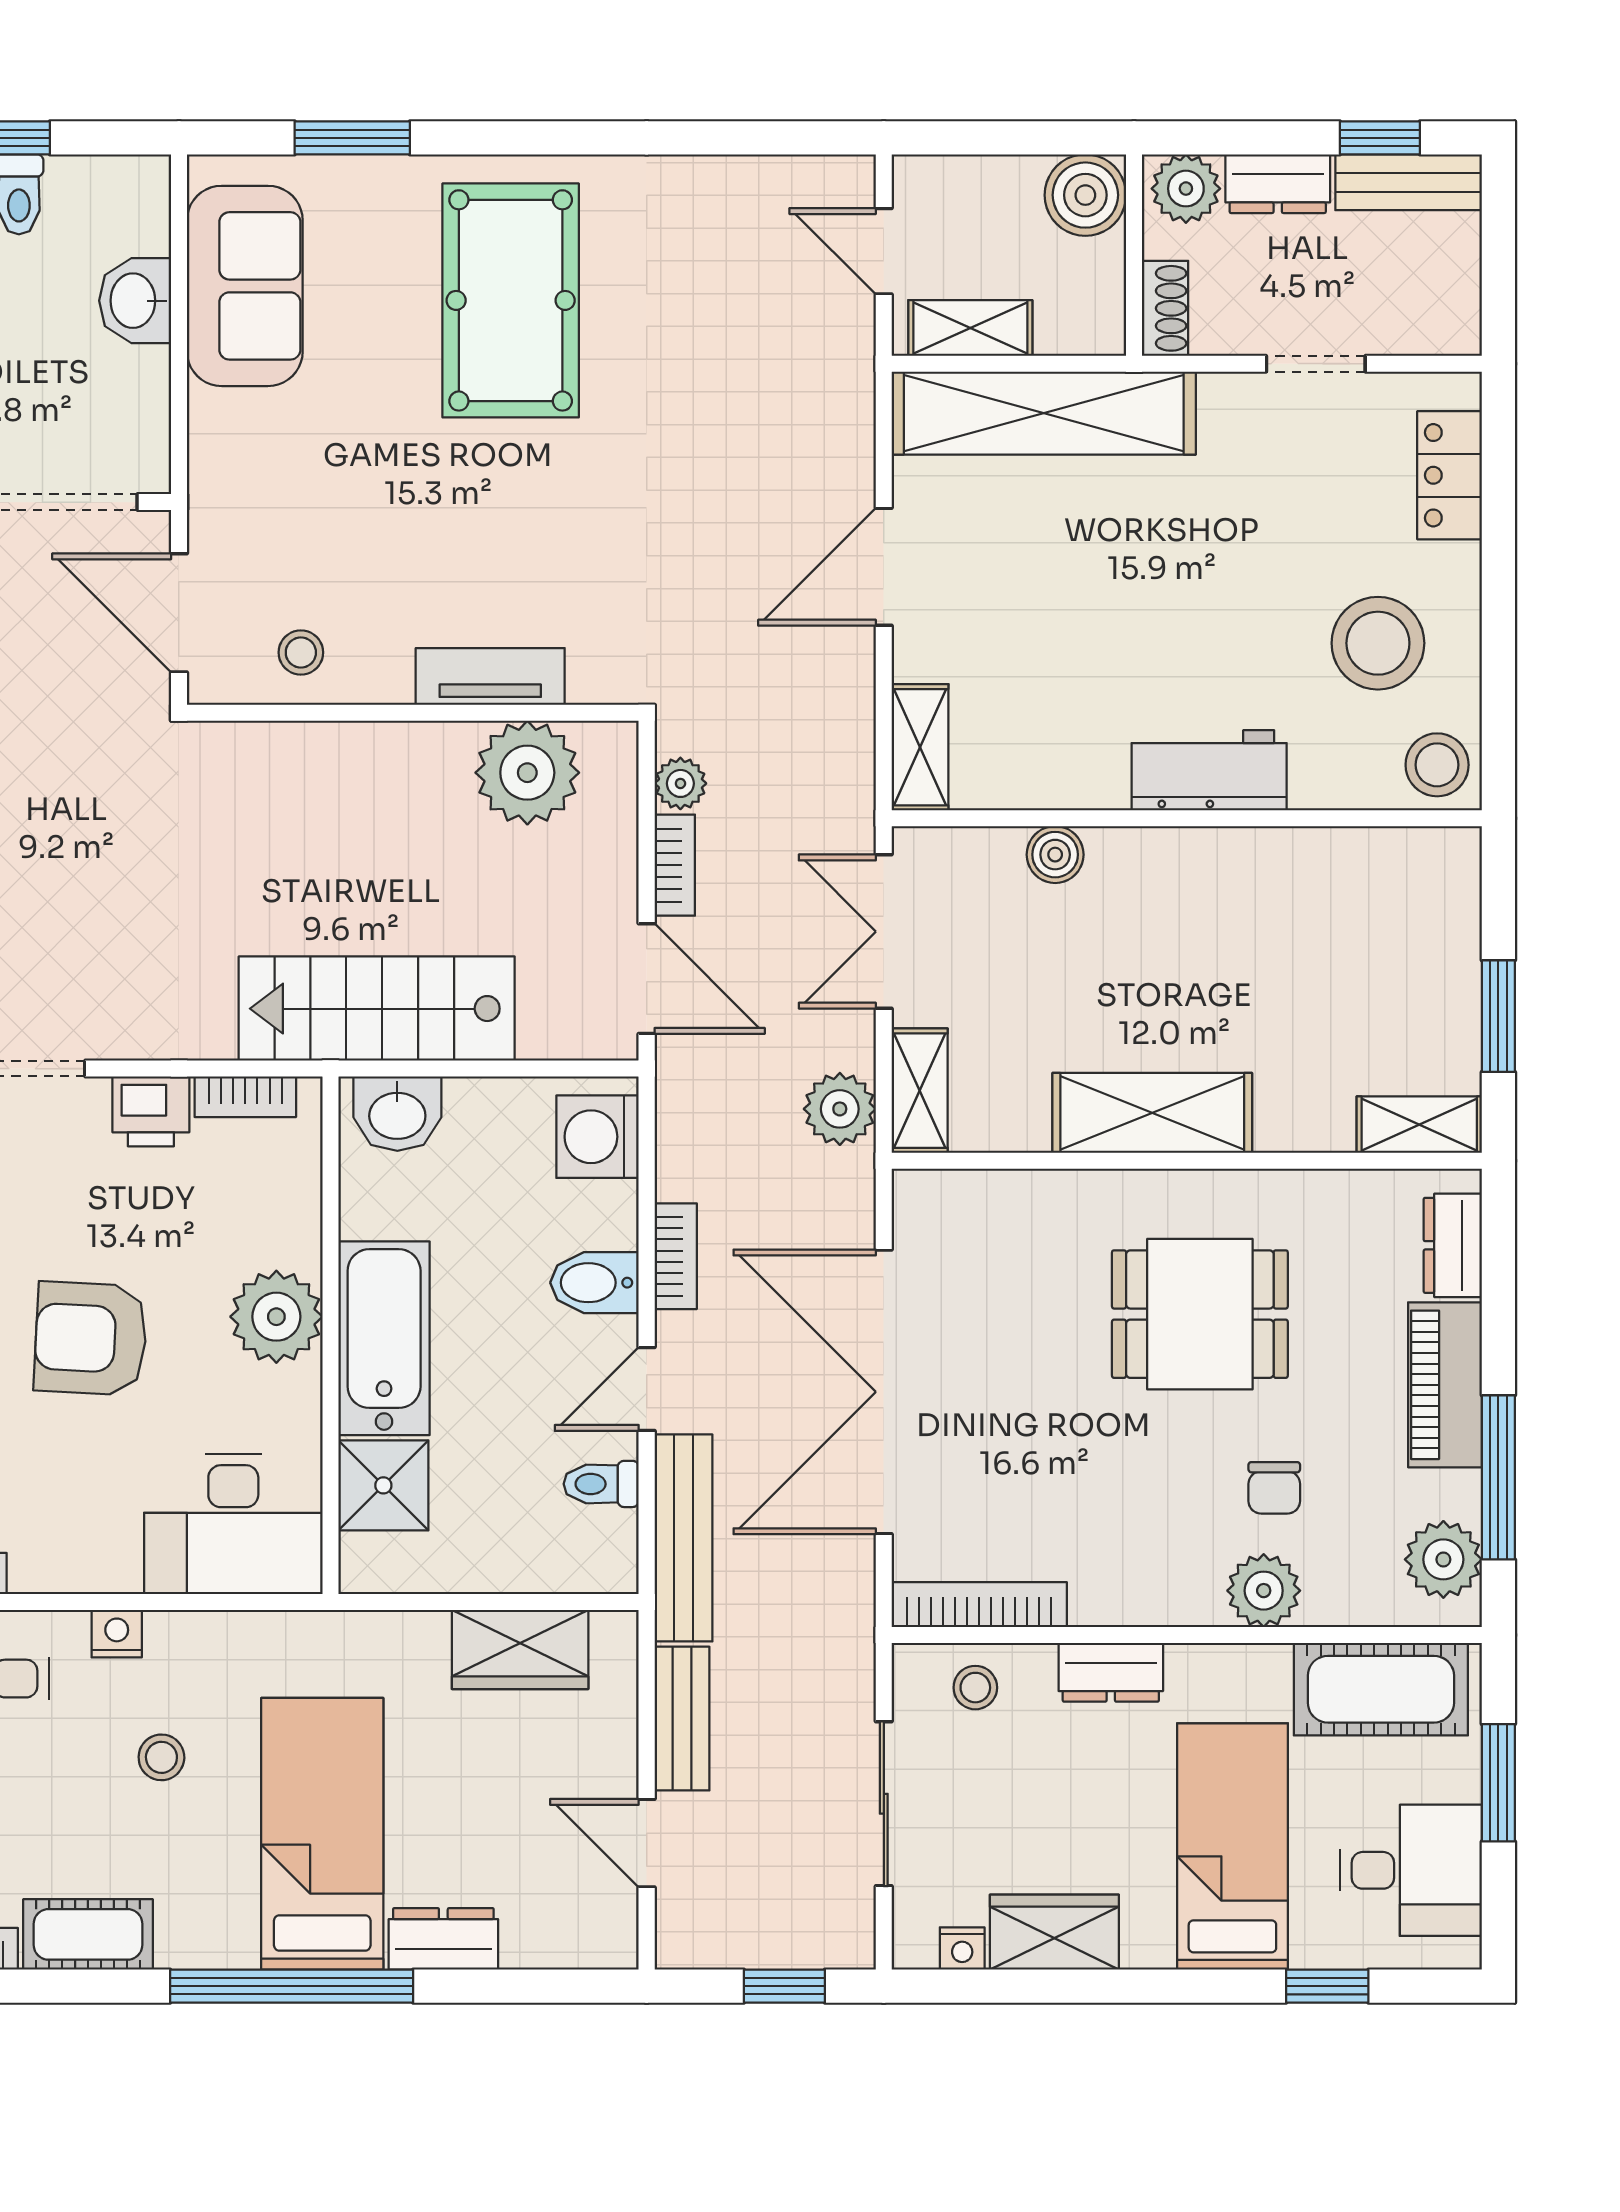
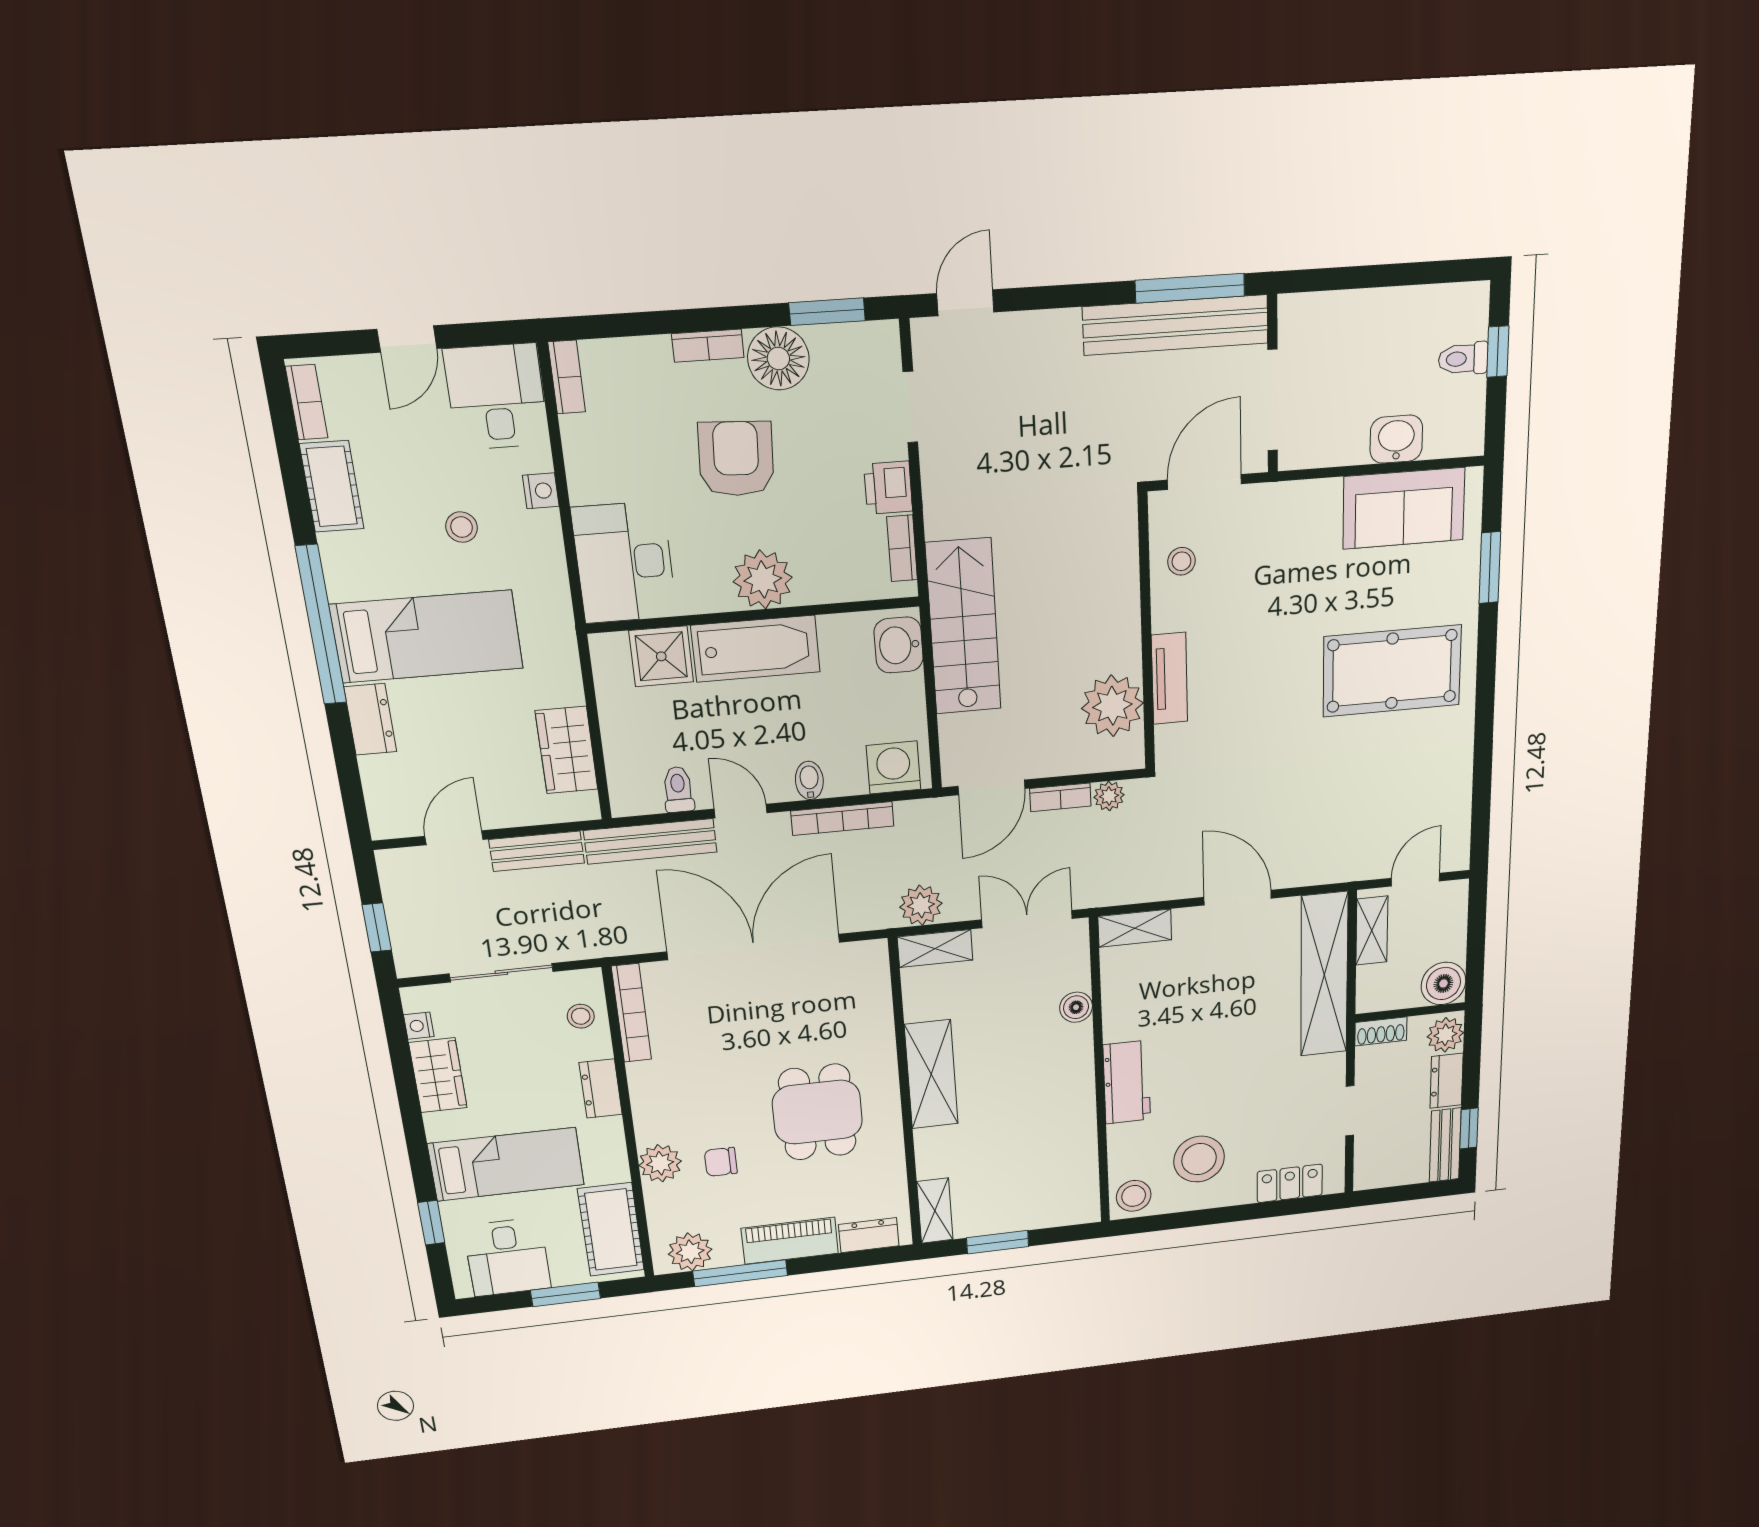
bookcase: (676, 1256) -> (842, 819), width x1.56
bidet: (594, 1283) -> (809, 780), width x0.72, depth x0.74

